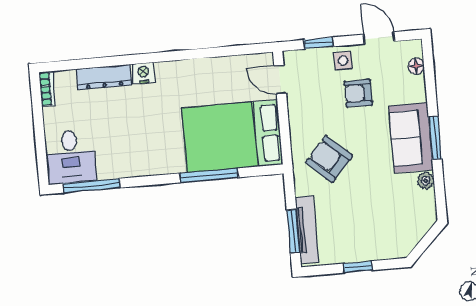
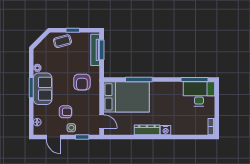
dresser: (104, 77) -> (147, 130), moved
desk: (70, 157) -> (199, 94), width x1.37
armchair: (329, 159) -> (82, 82), turned 48
coffee table: (378, 242) -> (62, 41), added

